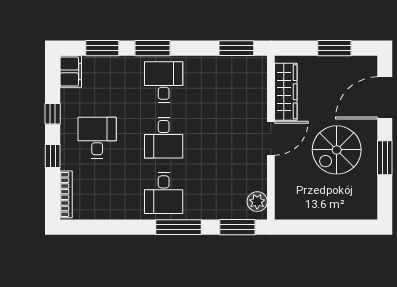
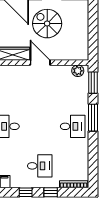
desk: (97, 138) -> (40, 166), turned 180
desk: (164, 138) -> (40, 126), removed
spiral stairs: (337, 150) -> (47, 24), turned 180

